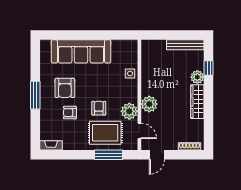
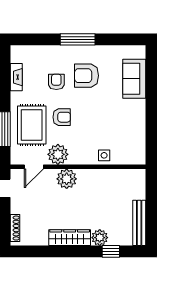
sofa: (81, 51) -> (134, 79), width x0.54, depth x0.79
fireplace: (51, 145) -> (16, 77), moved

